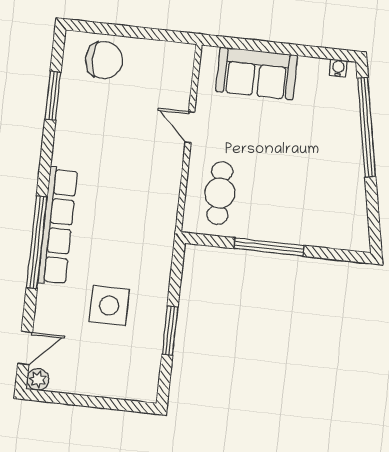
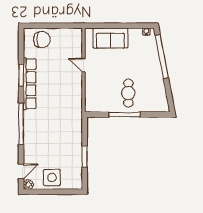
window: (53, 96) -> (21, 75), moved
cafe table: (220, 193) -> (128, 93), moved
row of seats: (58, 226) -> (30, 84), moved
side table: (109, 306) -> (52, 177), moved

